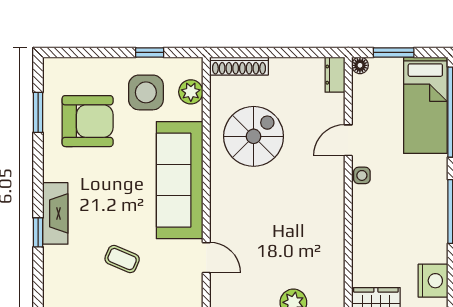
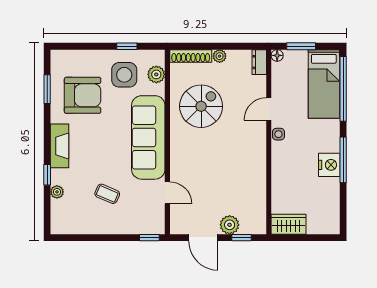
plant: (279, 66) -> (220, 56), added
fireplace: (55, 213) -> (59, 146), moved
plant: (52, 256) -> (57, 192), added
nightstand: (433, 281) -> (329, 165), moved

